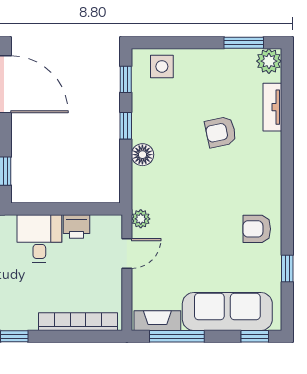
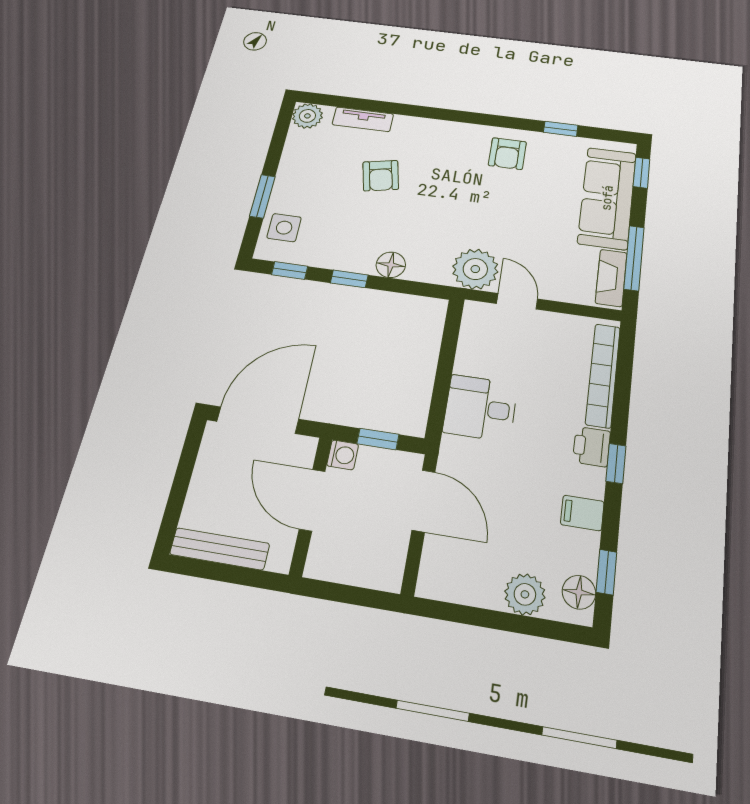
window: (244, 43) -> (262, 196), moved
plant: (141, 219) -> (475, 269), width x1.87, depth x1.87
printer: (77, 226) -> (592, 447), moved, turned 180

